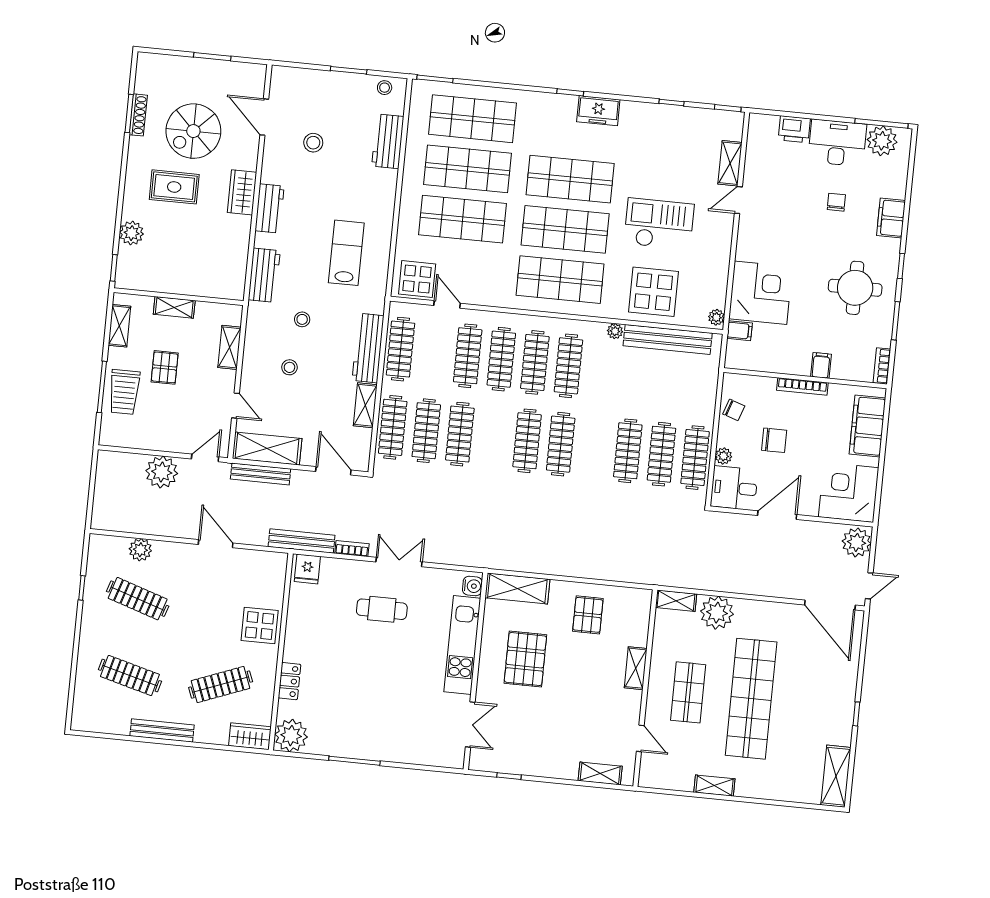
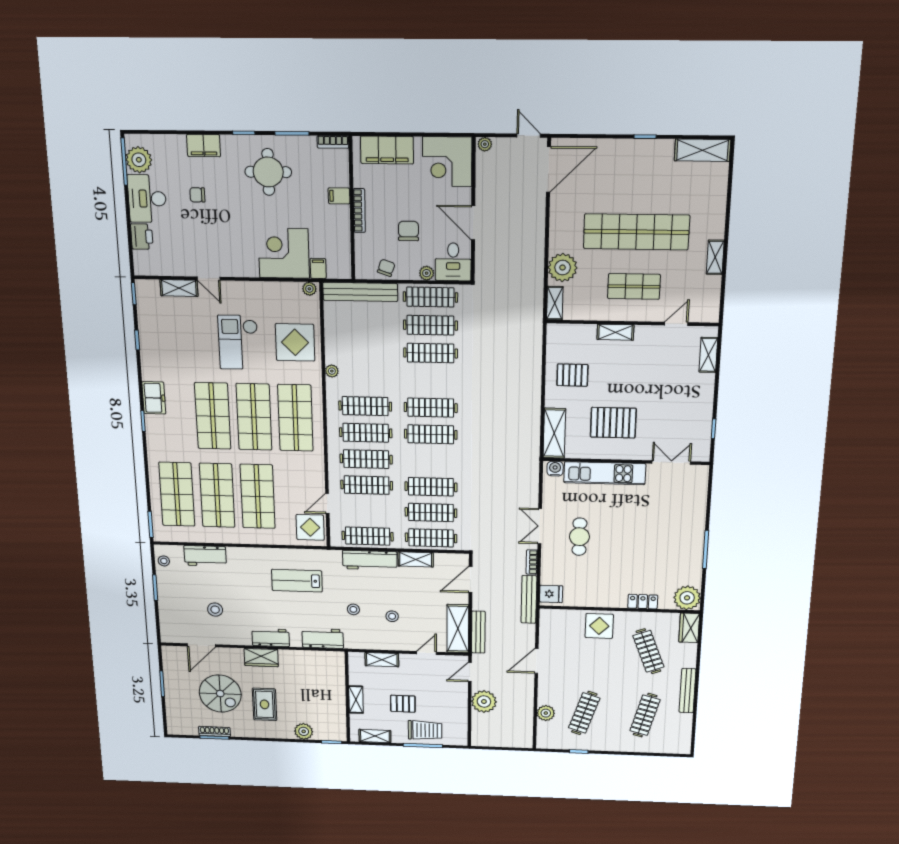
bench: (668, 339) -> (360, 292), moved, turned 90
door: (205, 458) -> (470, 672), hinge flipped
plant: (857, 542) -> (485, 144), width x0.53, depth x0.53

